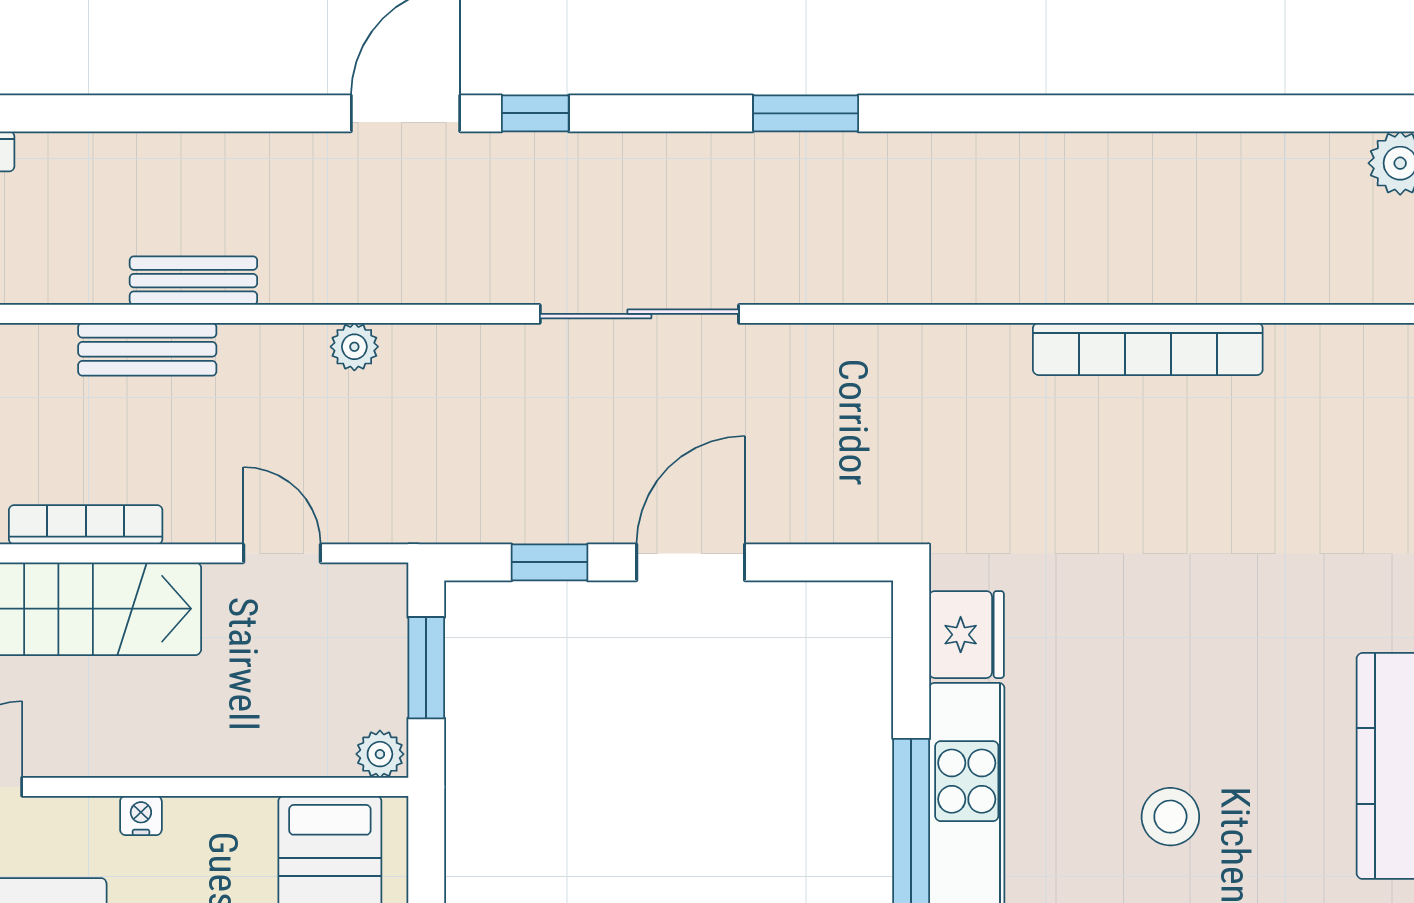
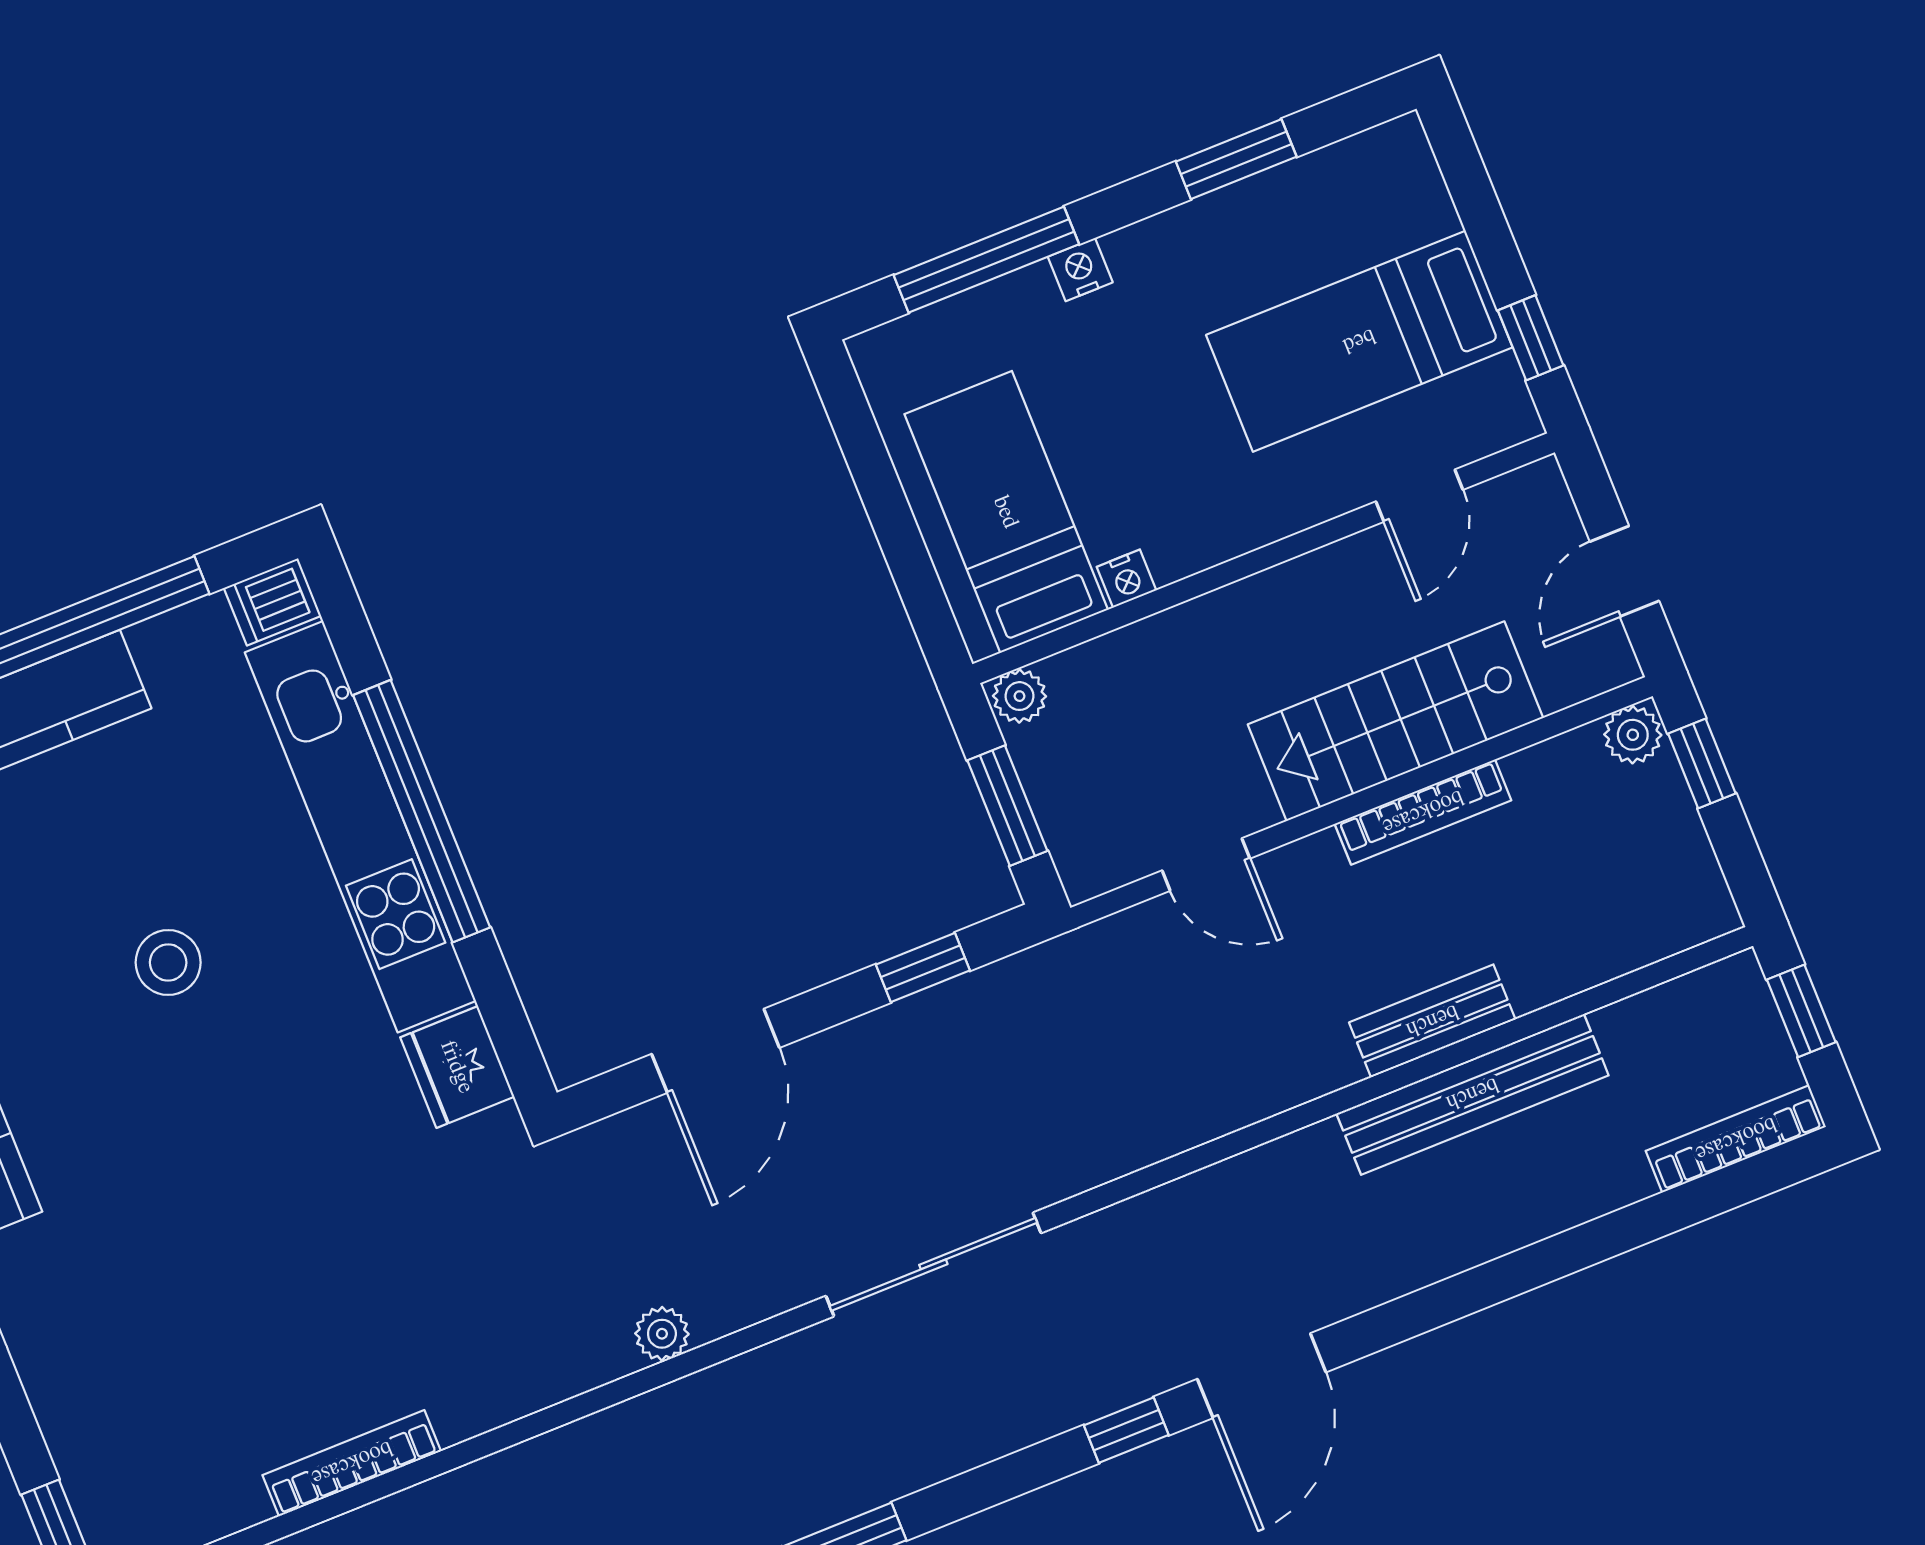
bench: (193, 281) -> (1472, 1094), width x1.86, depth x1.21
plant: (354, 347) -> (662, 1334), moved
bookcase: (1148, 349) -> (352, 1463), width x0.68, depth x0.76
door: (691, 562) -> (716, 1051), moved
nightstand: (141, 815) -> (1127, 579), moved

